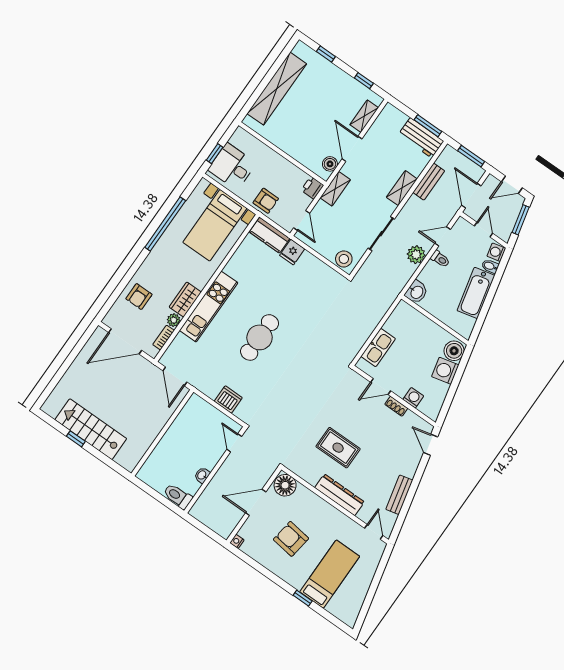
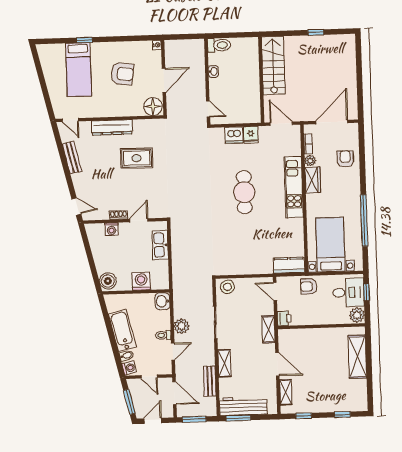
shelving: (277, 89) -> (357, 357), width x0.68
workbench: (421, 138) -> (243, 406), width x1.38
plant: (240, 139) -> (357, 315), added
boiler: (330, 164) -> (284, 343), removed
fridge: (292, 252) -> (251, 135), moved, turned 180
washing machine: (445, 371) -> (141, 281), moved, turned -77
stairs: (91, 429) -> (273, 66), moved, turned -90

